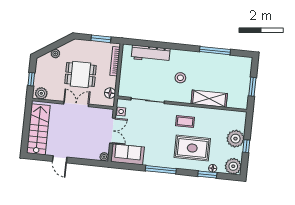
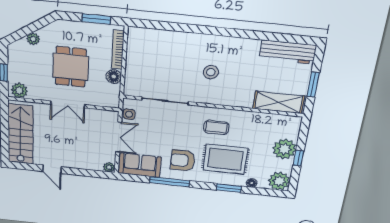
window: (215, 51) -> (262, 36), removed
workbench: (151, 54) -> (288, 52), moved
dining table: (80, 74) -> (71, 67), turned 90
floor lamp: (110, 93) -> (114, 77), moved
shelving: (209, 99) -> (279, 102), moved
double door: (76, 104) -> (68, 104), swing flipped
armchair: (160, 150) -> (183, 160), added
window: (161, 170) -> (170, 182), moved
window: (207, 174) -> (229, 188), moved

